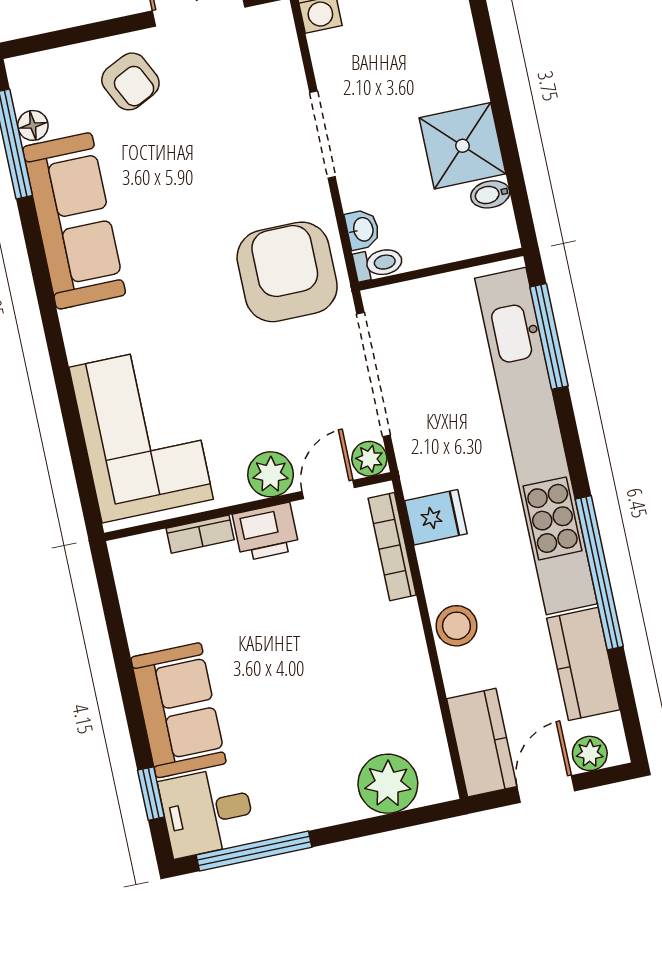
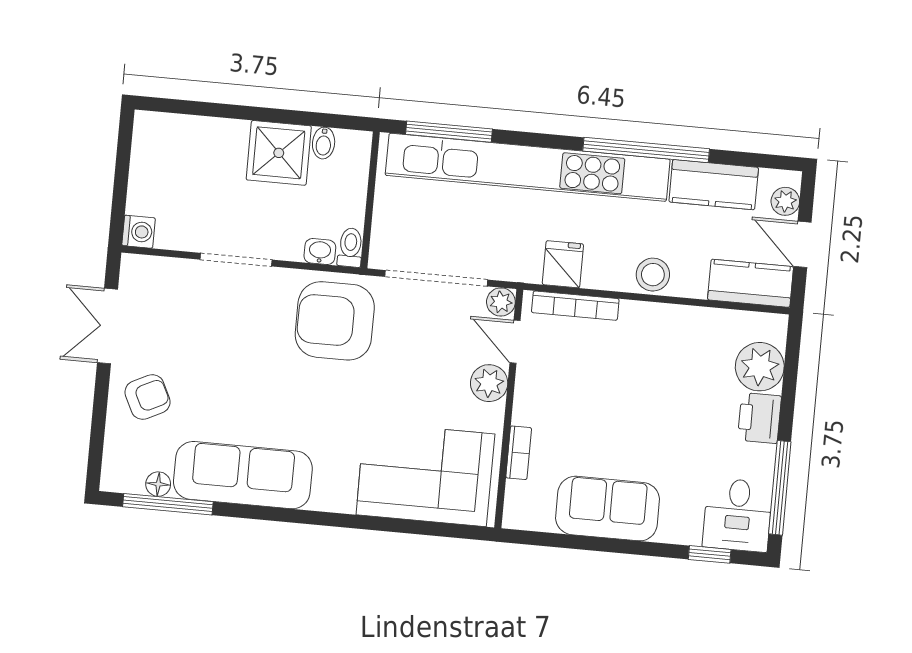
printer: (266, 532) -> (759, 418), moved, turned 180
sofa: (179, 710) -> (608, 509), moved

